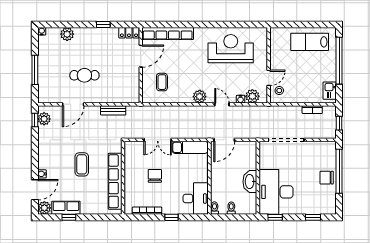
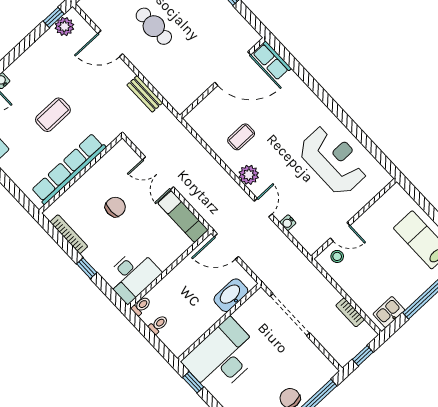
locker: (129, 33) -> (246, 32), removed
row of seats: (168, 34) -> (272, 61), width x0.50
door: (141, 56) -> (233, 69), width x1.36
coffee table: (162, 82) -> (241, 137), moved
plant: (252, 96) -> (303, 233), removed
washbasin: (250, 182) -> (231, 295), moved

